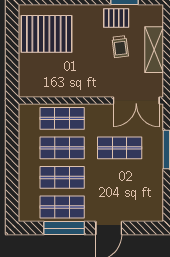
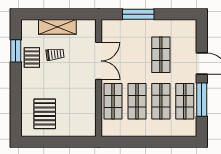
pallet: (47, 34) -> (45, 114), width x0.73, depth x0.71
double door: (136, 100) -> (99, 61), moved
shop shelf: (120, 148) -> (161, 55), moved

